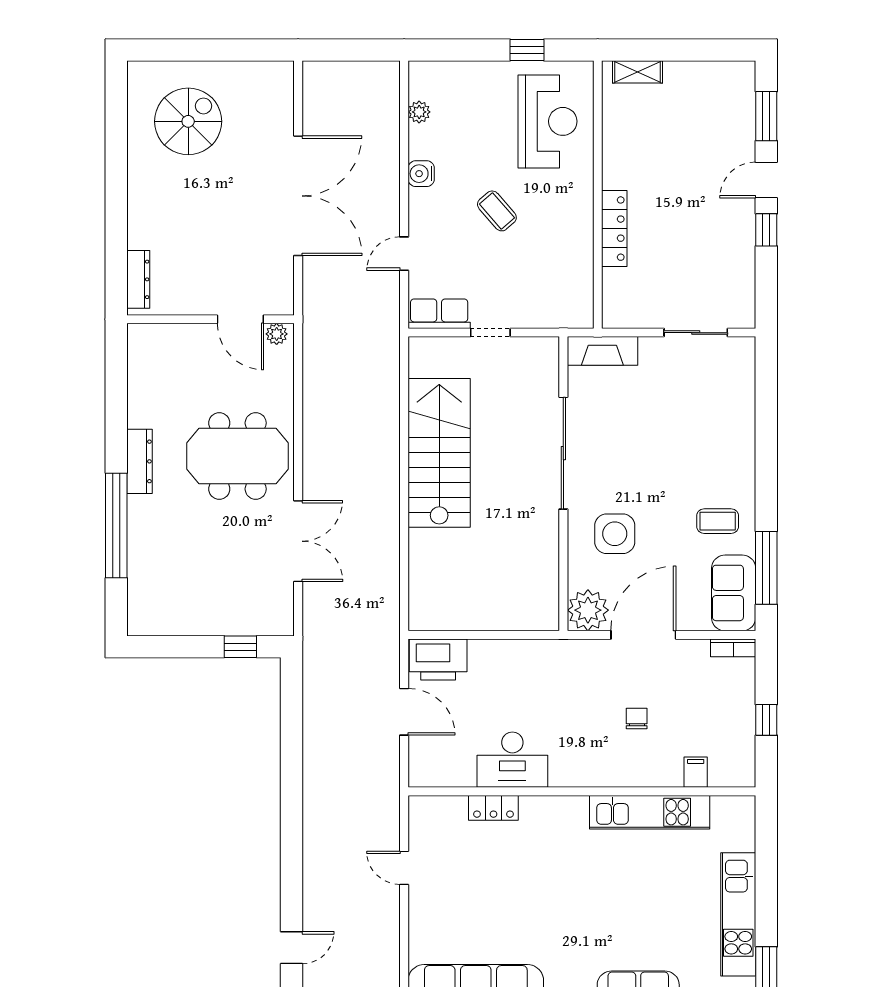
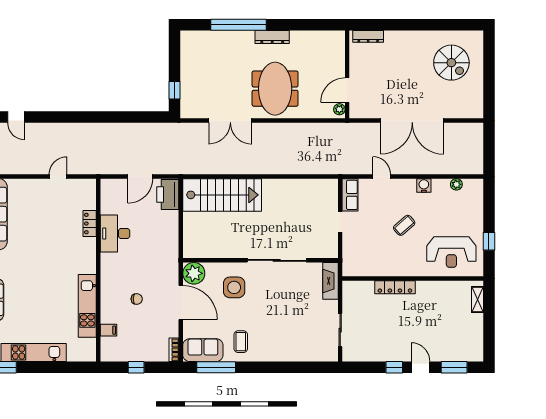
stairs: (439, 453) -> (222, 195), moved

